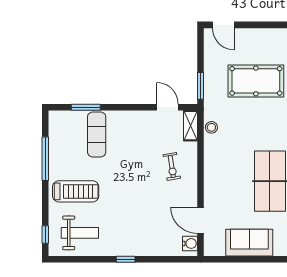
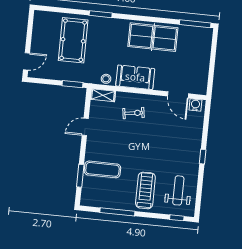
door: (167, 107) -> (85, 127), moved
door: (200, 220) -> (178, 95), hinge flipped
sofa: (249, 243) -> (135, 77), moved, turned 90

